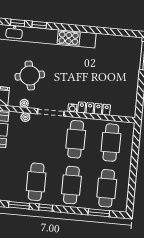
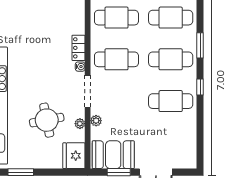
locker: (94, 109) -> (79, 48), width x0.66
window: (19, 205) -> (200, 119), removed
window: (99, 213) -> (200, 45), moved

